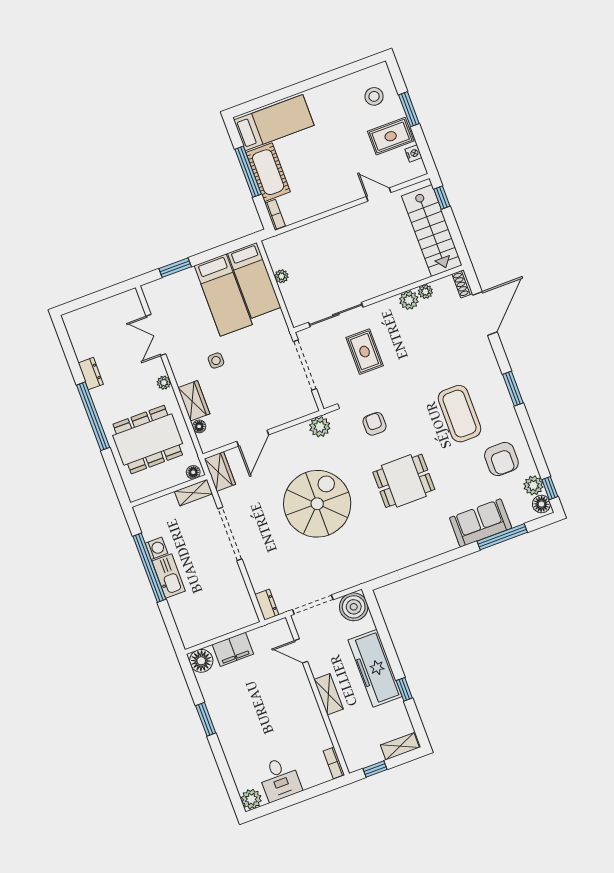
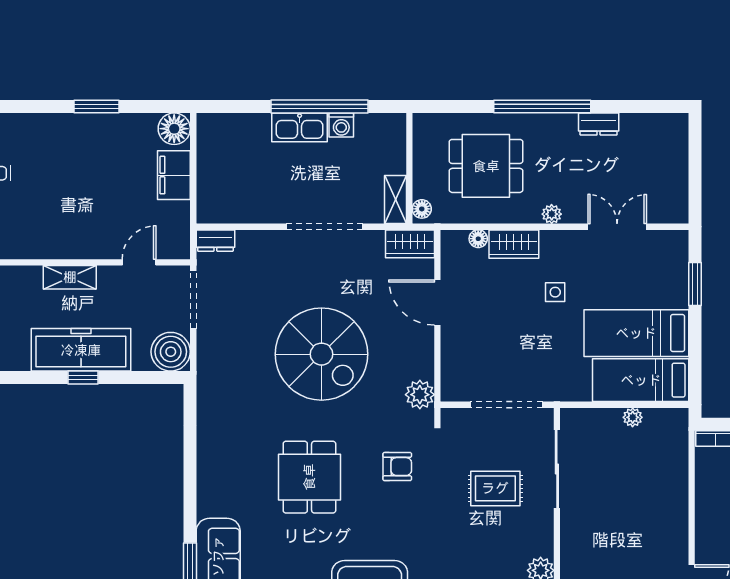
dining table: (148, 440) -> (486, 166), width x0.73
window: (404, 689) -> (83, 378), moved

